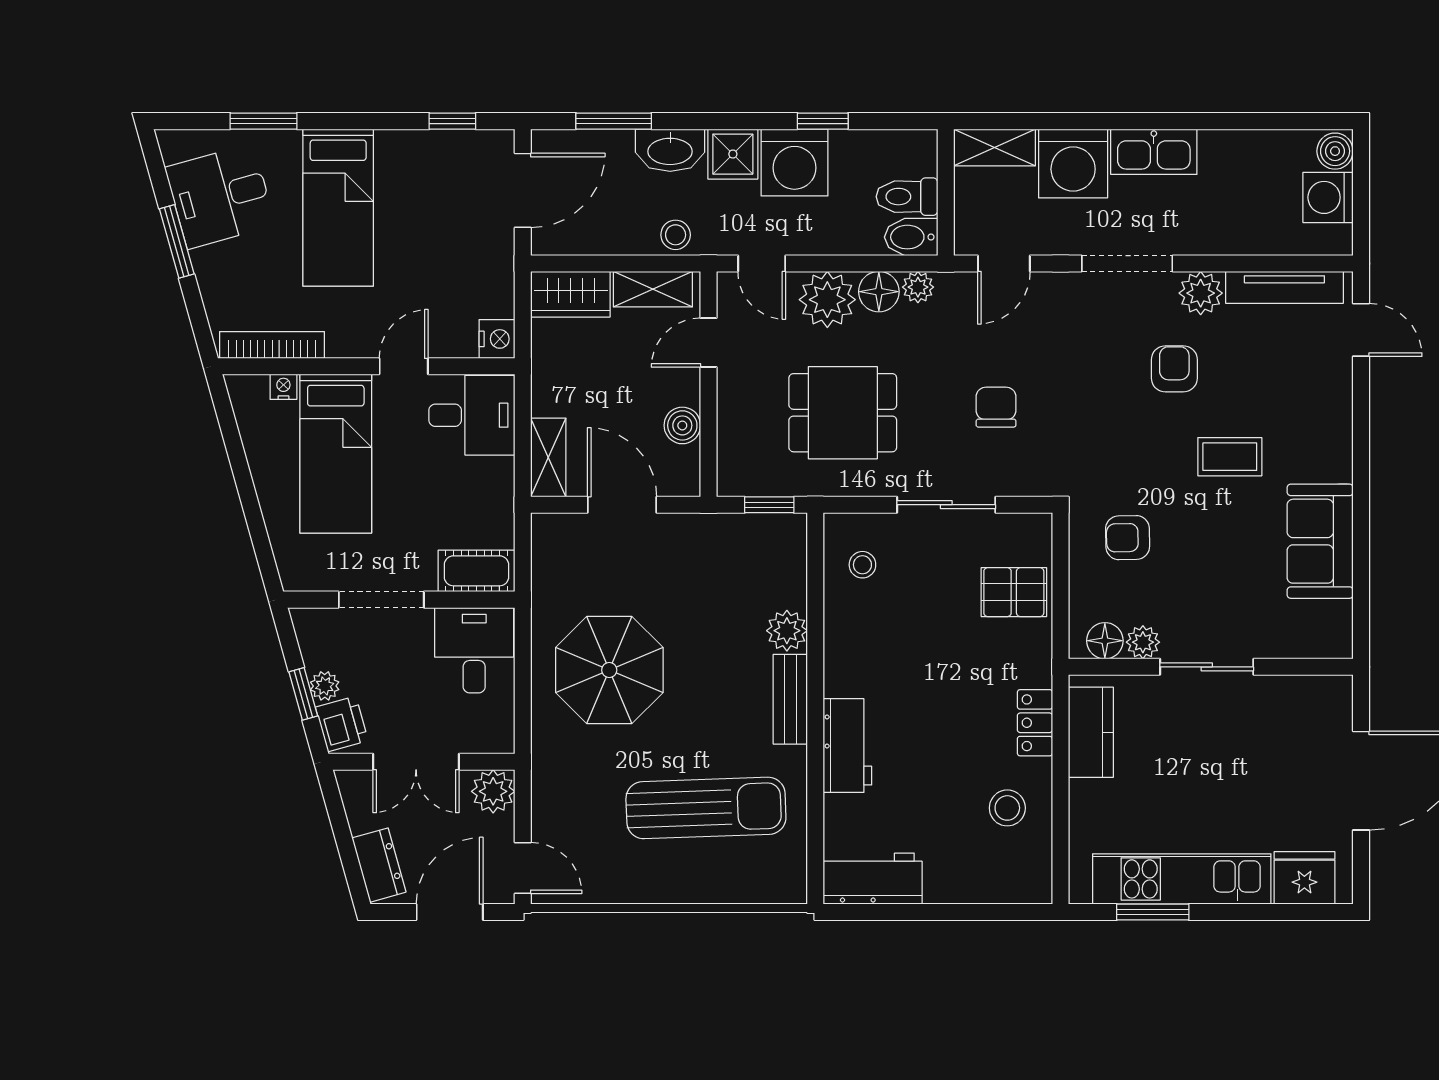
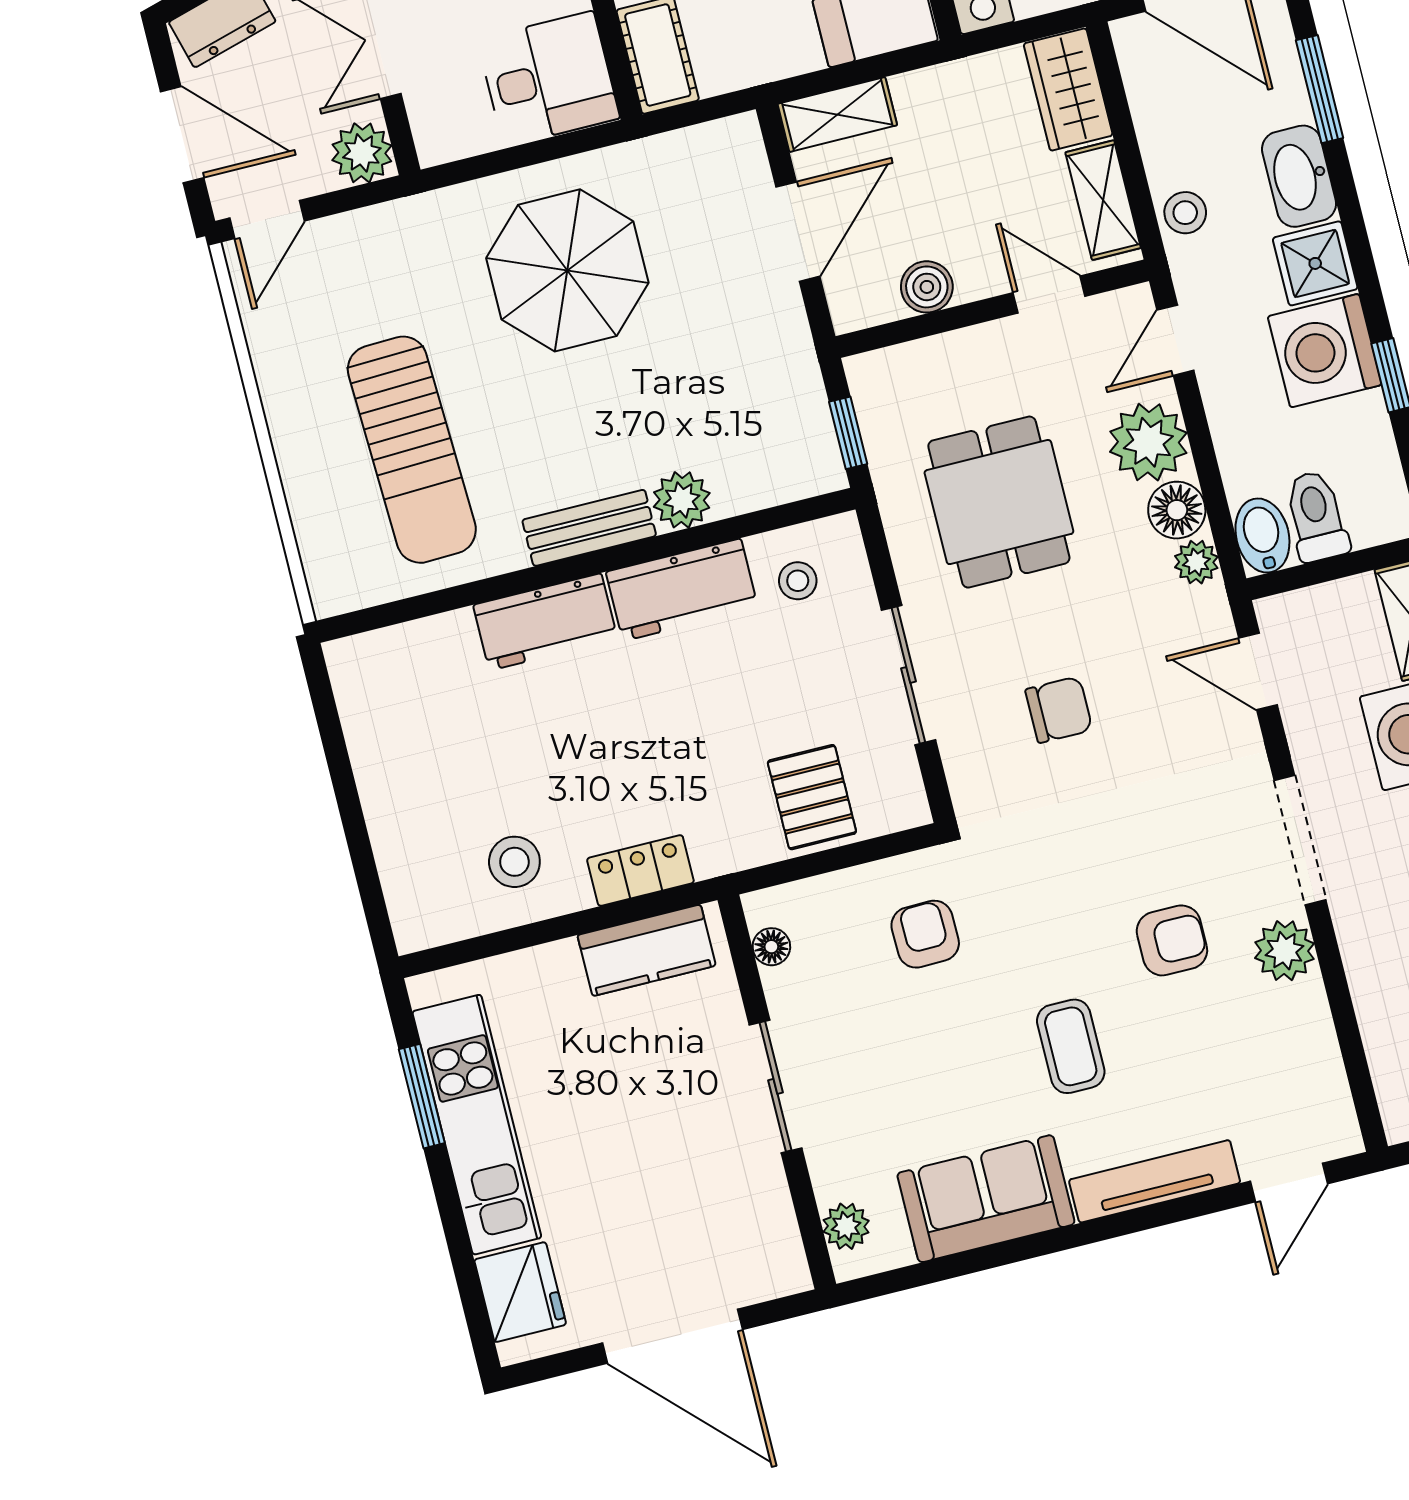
tv unit: (1284, 287) -> (1155, 1181), moved, turned 90
floor lamp: (1105, 641) -> (771, 947), width x0.73, depth x0.73
plant: (1143, 642) -> (846, 1226), moved
workbench: (873, 879) -> (682, 590), moved, turned 90

